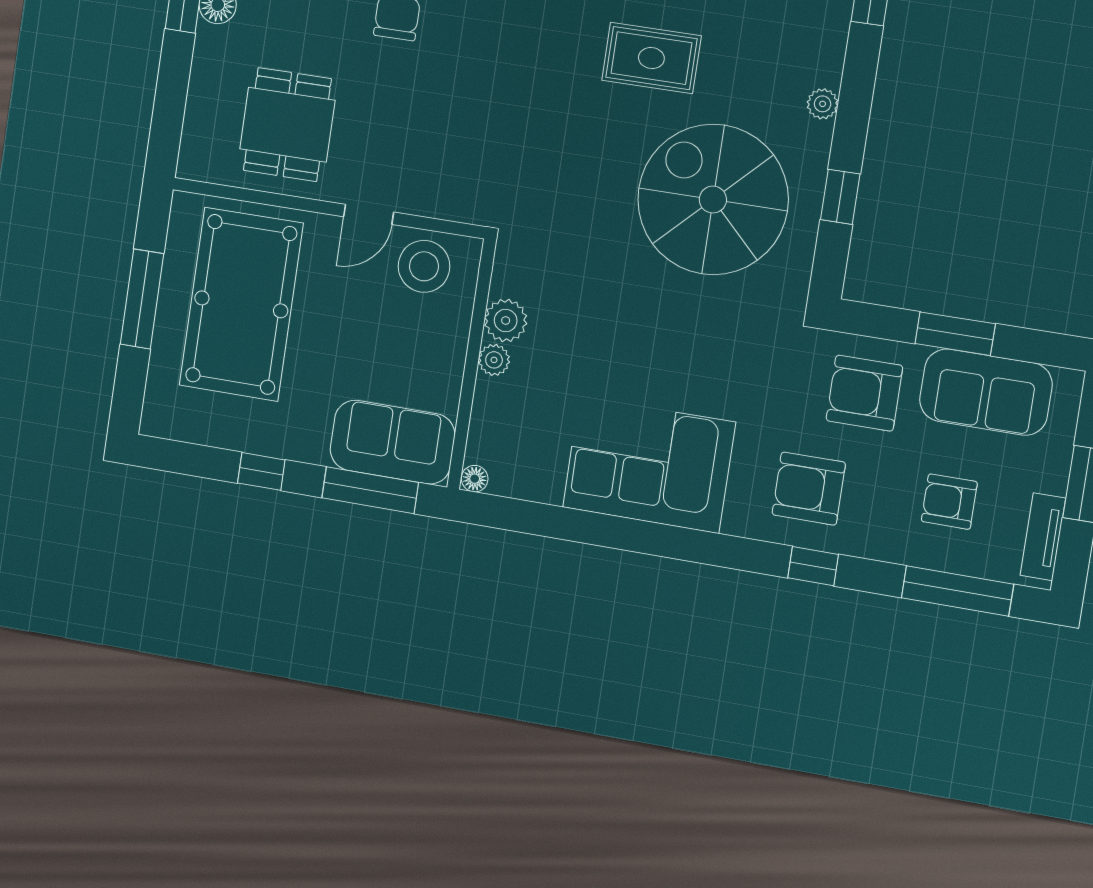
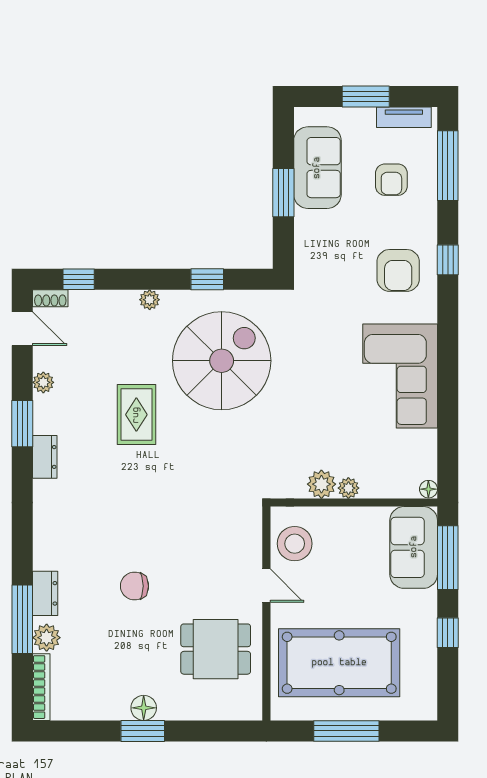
spiral stairs: (713, 200) -> (222, 361), turned 180
armchair: (864, 393) -> (331, 244), removed

